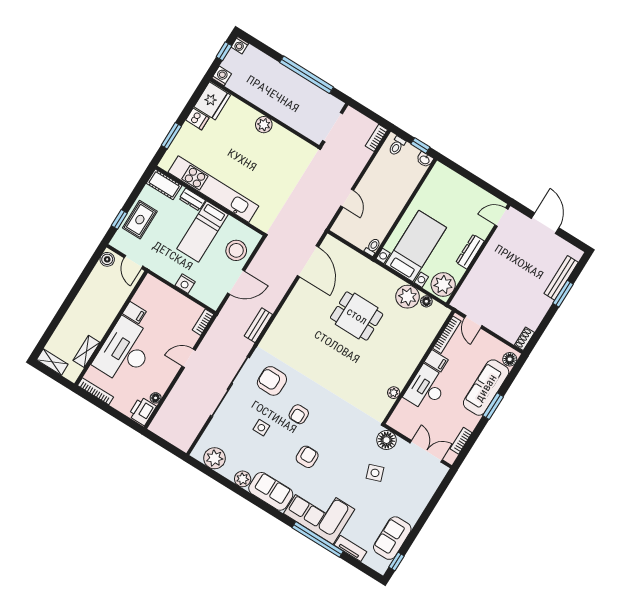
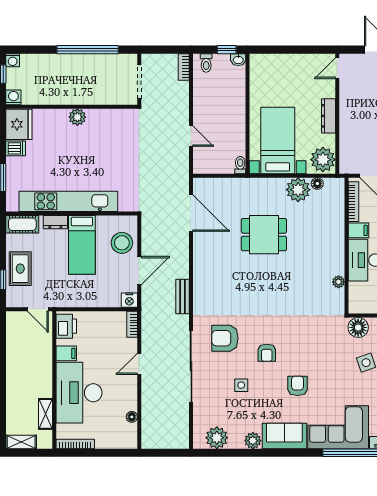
boiler: (107, 259) -> (13, 321), removed
nightstand: (185, 284) -> (129, 300), moved
printer: (142, 411) -> (66, 326), moved, turned 180

